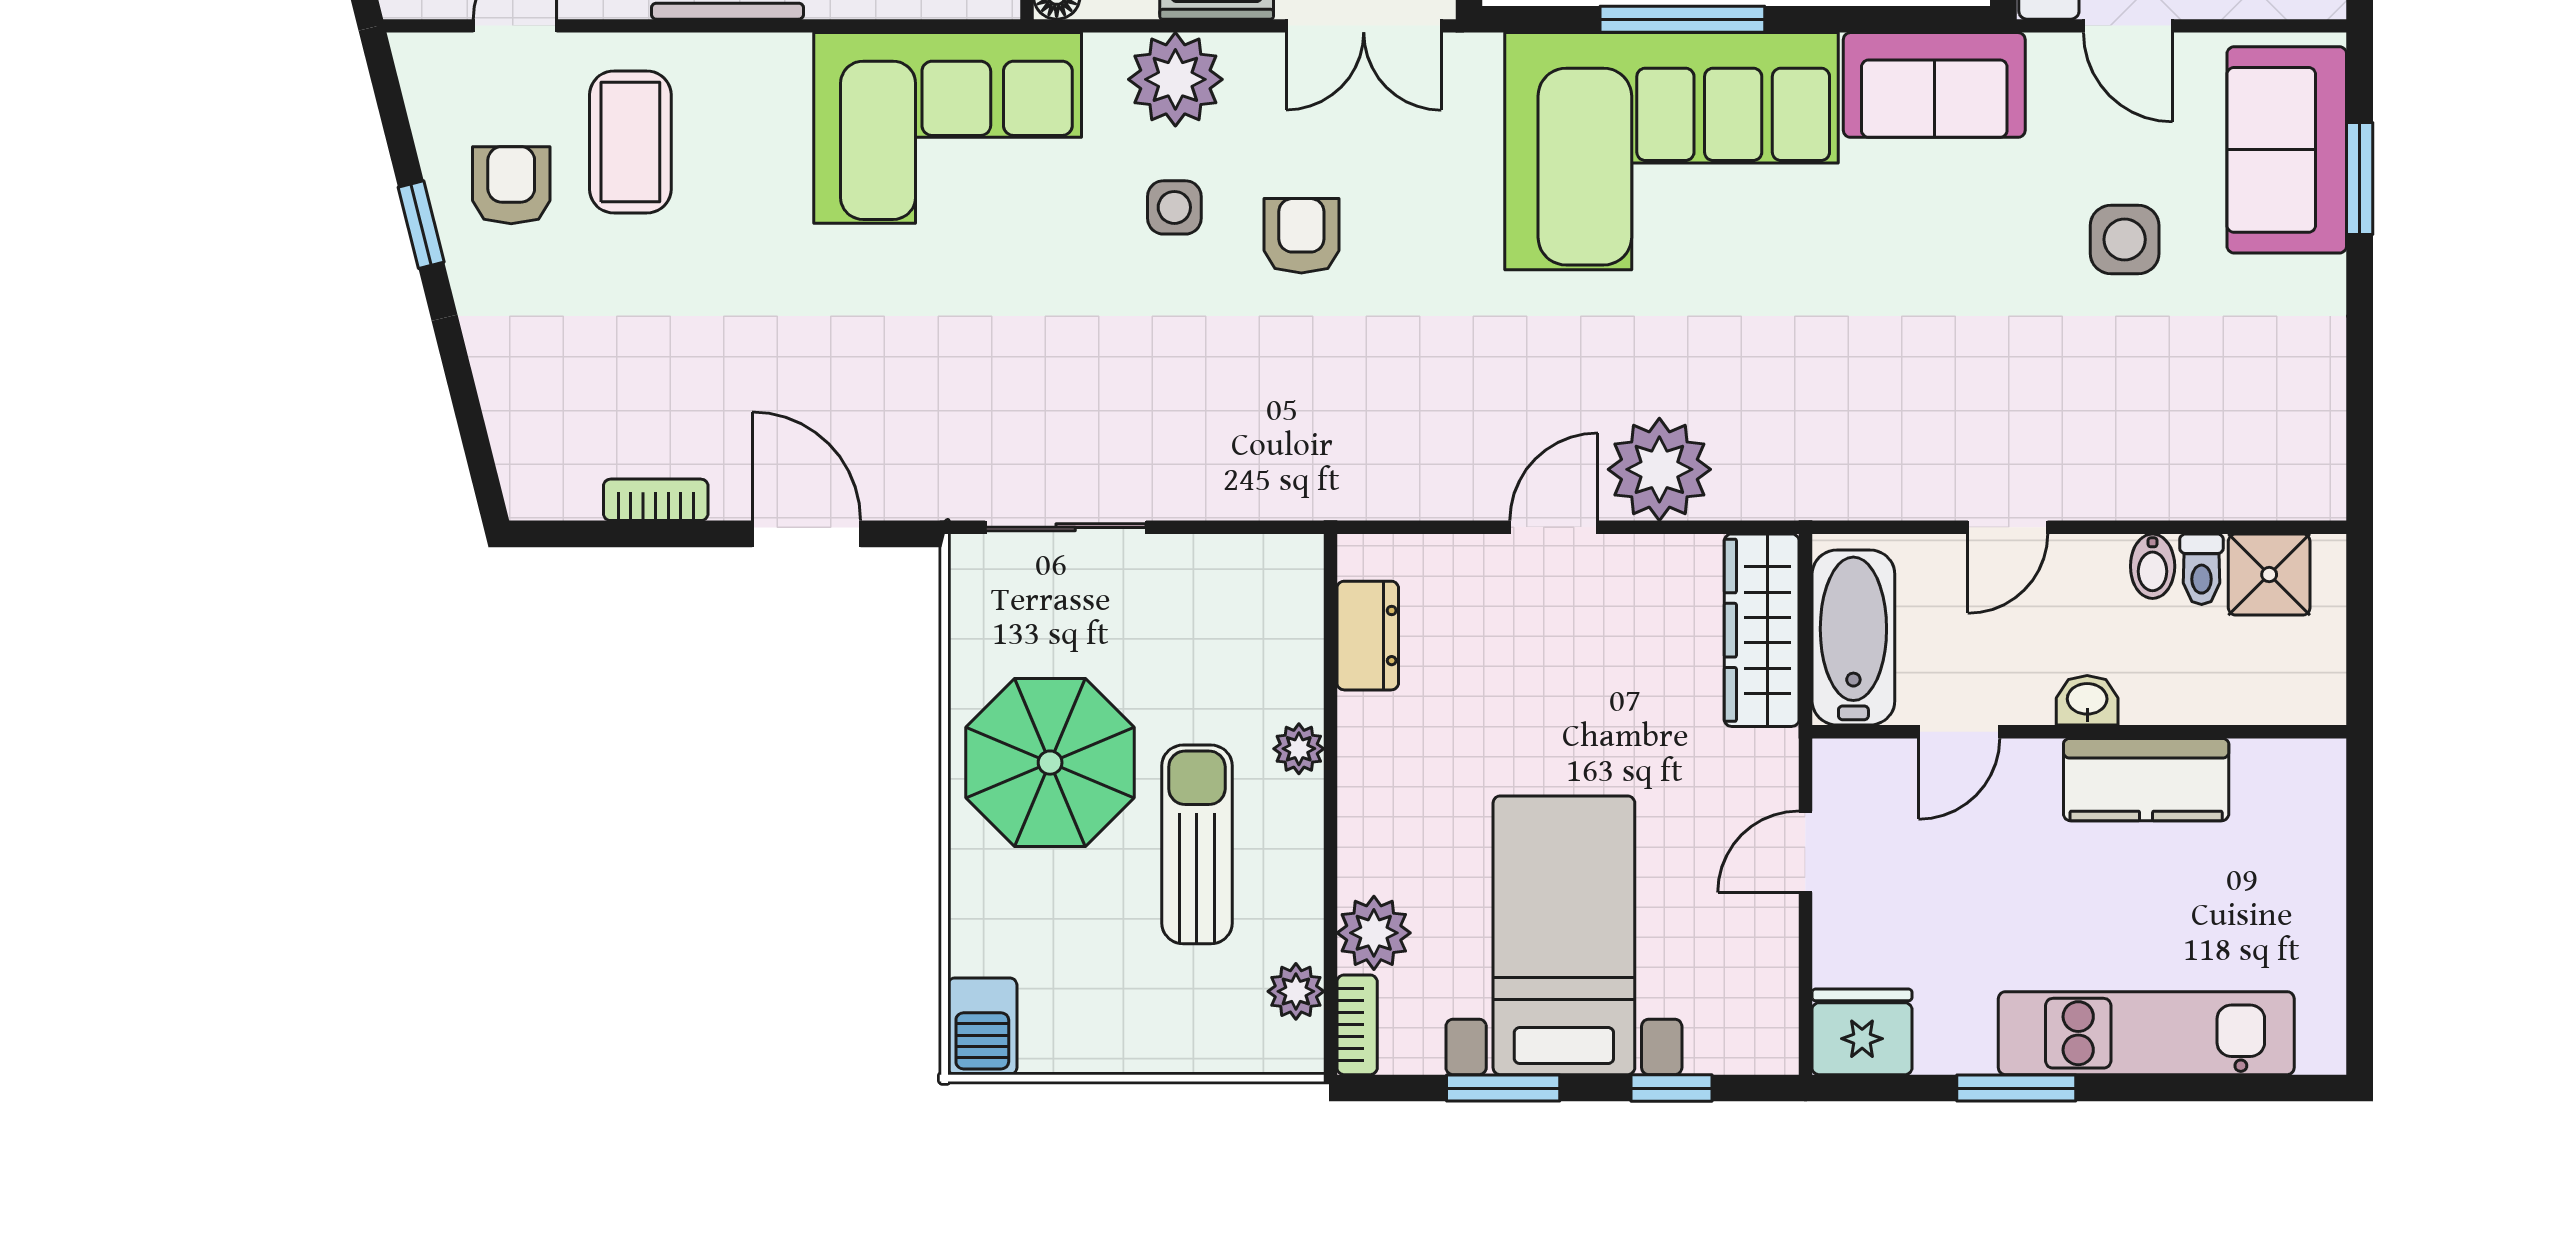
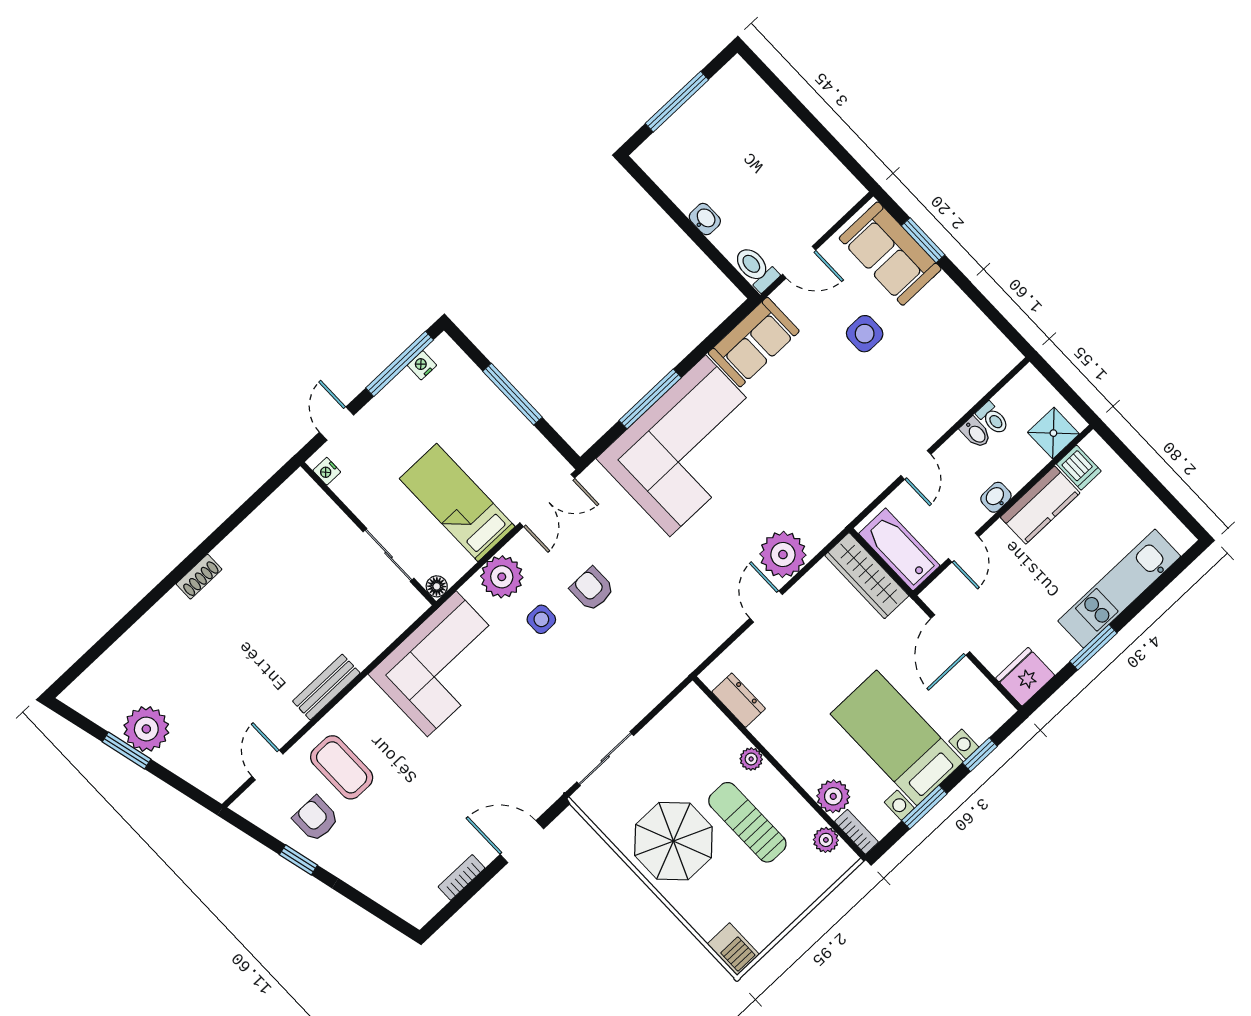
shower: (2269, 575) -> (1053, 433), moved
dishwasher: (2265, 778) -> (1079, 468), added
door: (1805, 852) -> (950, 635), width x1.38

